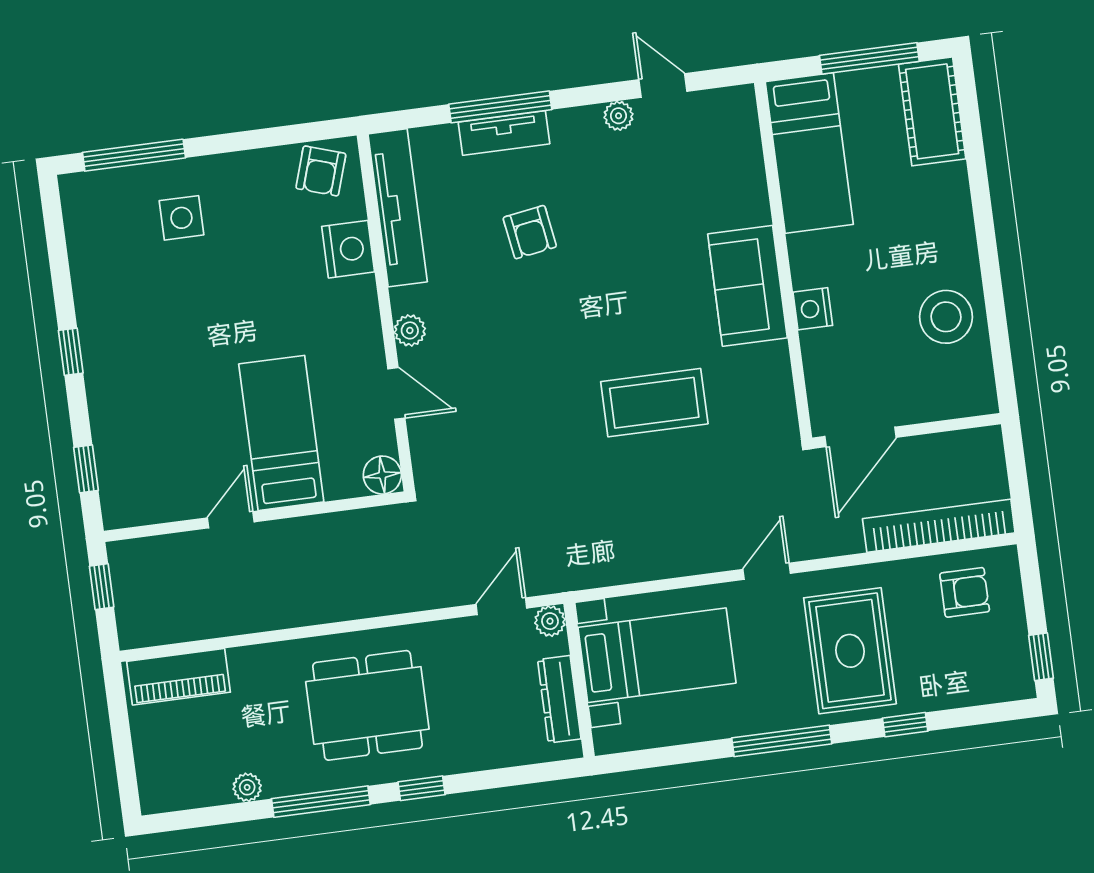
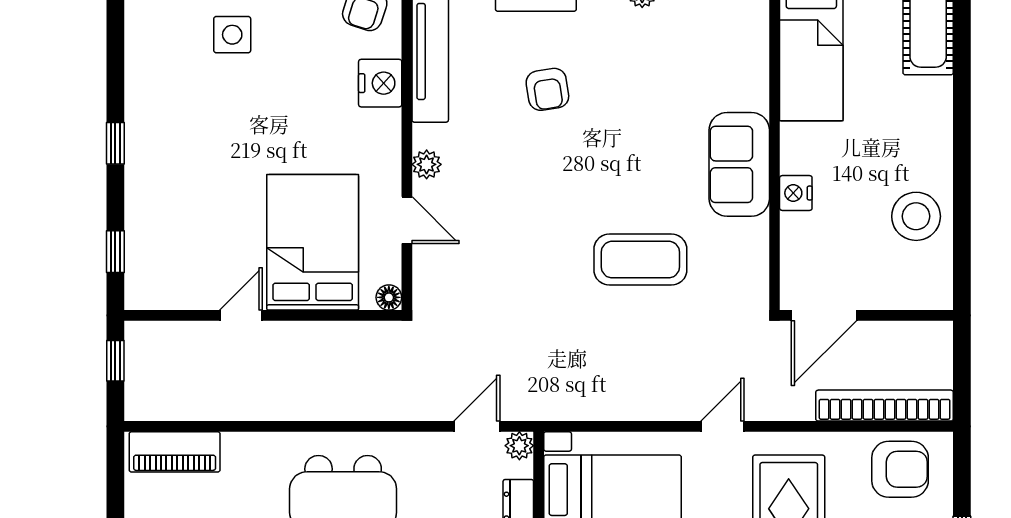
bed: (281, 433) -> (313, 242), width x1.50
floor lamp: (382, 475) -> (389, 297), width x0.73, depth x0.73
armchair: (965, 592) -> (900, 469), width x1.38, depth x1.38

